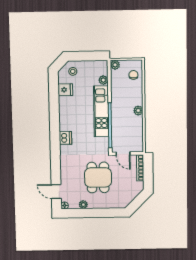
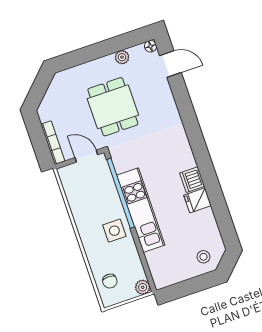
plant: (103, 80) -> (153, 259), removed
fridge: (65, 90) -> (197, 200), moved
side table: (121, 104) -> (114, 231), added
plant: (138, 111) -> (85, 230), removed
dishwasher: (65, 138) -> (192, 180), moved

